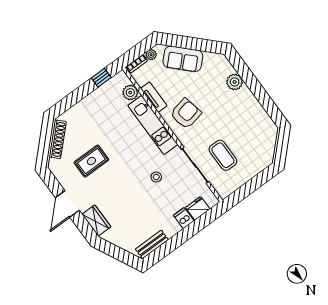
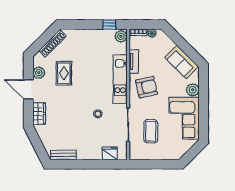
sofa: (183, 59) -> (182, 62), moved
plant: (130, 93) -> (121, 36), moved
corner sofa: (247, 117) -> (184, 118), added
rug: (91, 161) -> (64, 73), turned 90
plant: (66, 179) -> (39, 73), added
door: (67, 204) -> (28, 89), hinge flipped
dishwasher: (184, 218) -> (96, 153), removed

